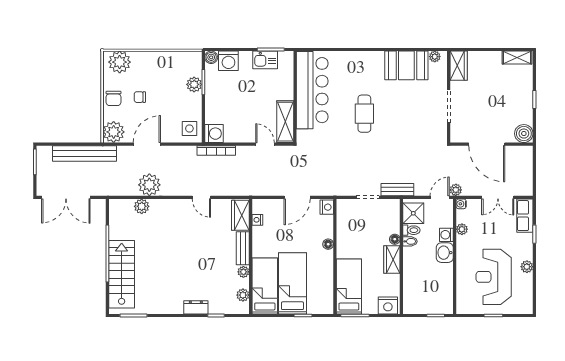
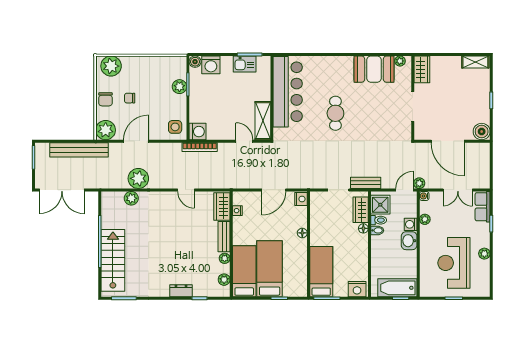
wardrobe: (392, 260) -> (361, 210), moved
bathtub: (432, 304) -> (397, 288), added

